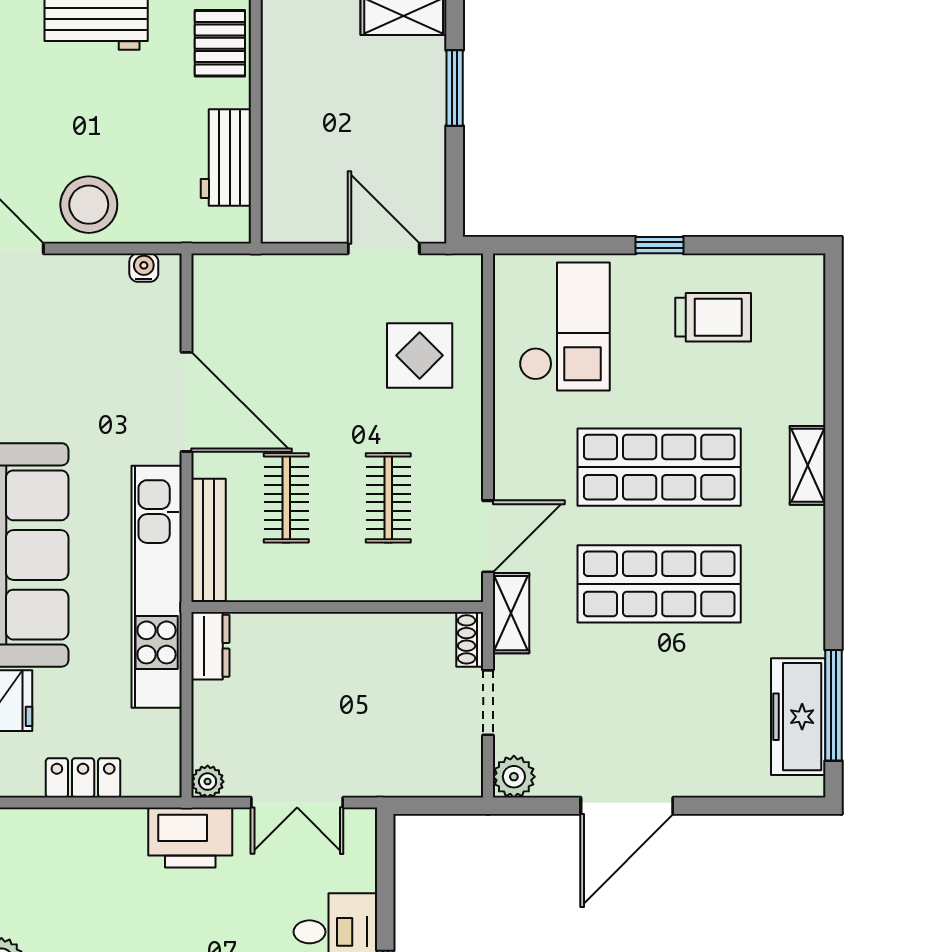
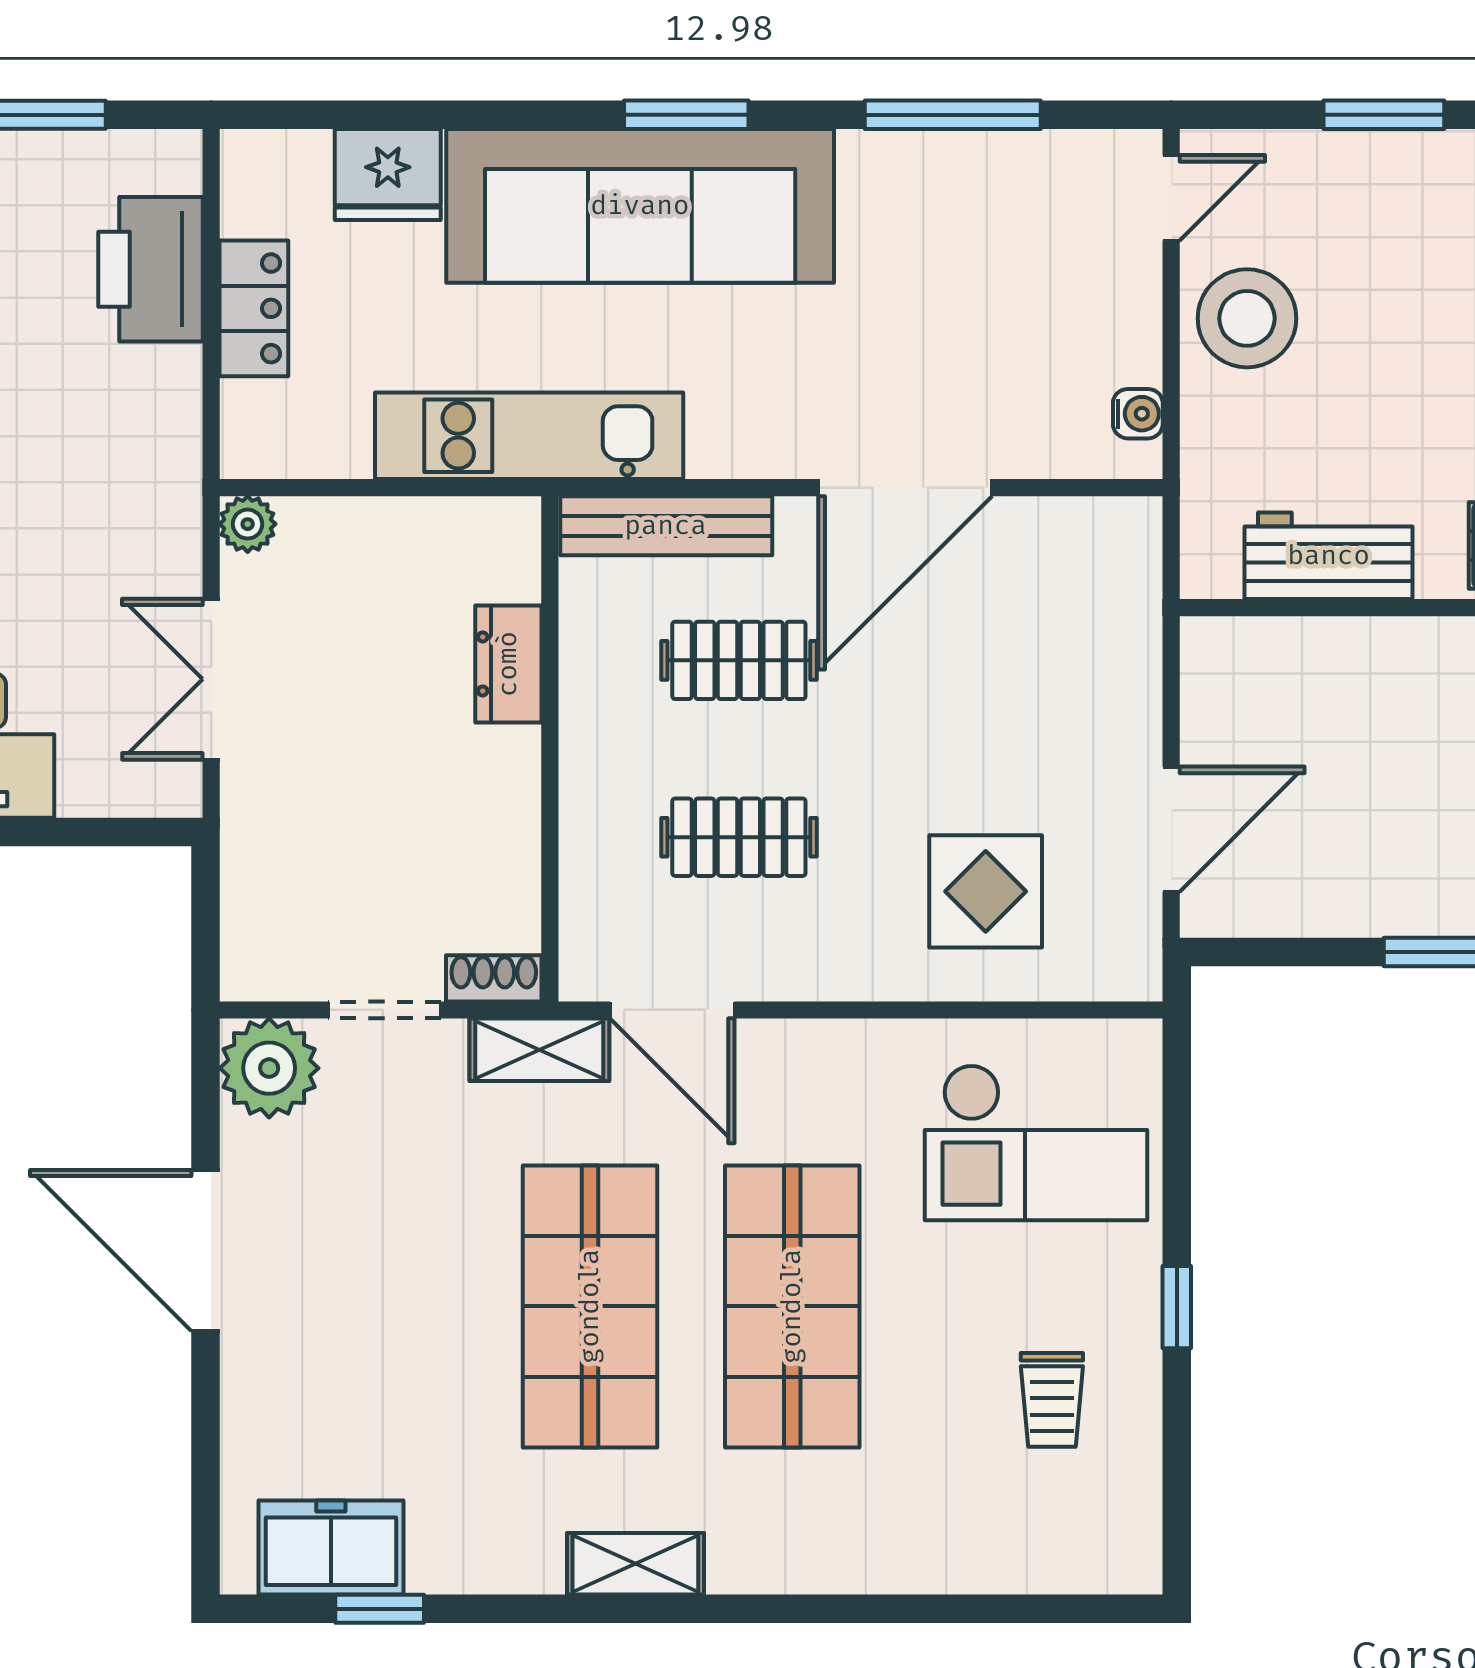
trolley: (713, 317) -> (1052, 1400), width x0.73, depth x0.72
shelving: (808, 465) -> (635, 1564), moved
kitchen unit: (157, 587) -> (529, 436), width x0.73
dresser: (210, 646) -> (508, 664), moved, turned 90
window: (834, 705) -> (380, 1609), width x0.46
freezer: (798, 717) -> (331, 1547), width x0.71
plant: (514, 777) -> (269, 1068), width x1.36, depth x1.36
printer: (190, 838) -> (151, 269), moved

